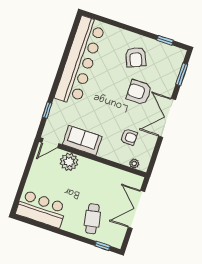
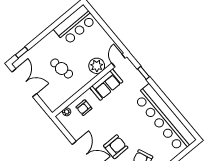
armchair: (129, 137) -> (84, 108), moved
double door: (136, 209) -> (24, 83), moved
cafe table: (92, 219) -> (62, 68), moved

